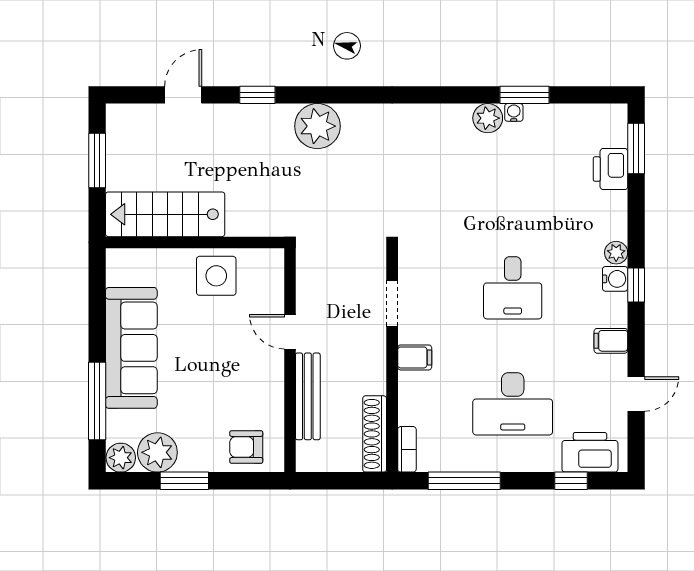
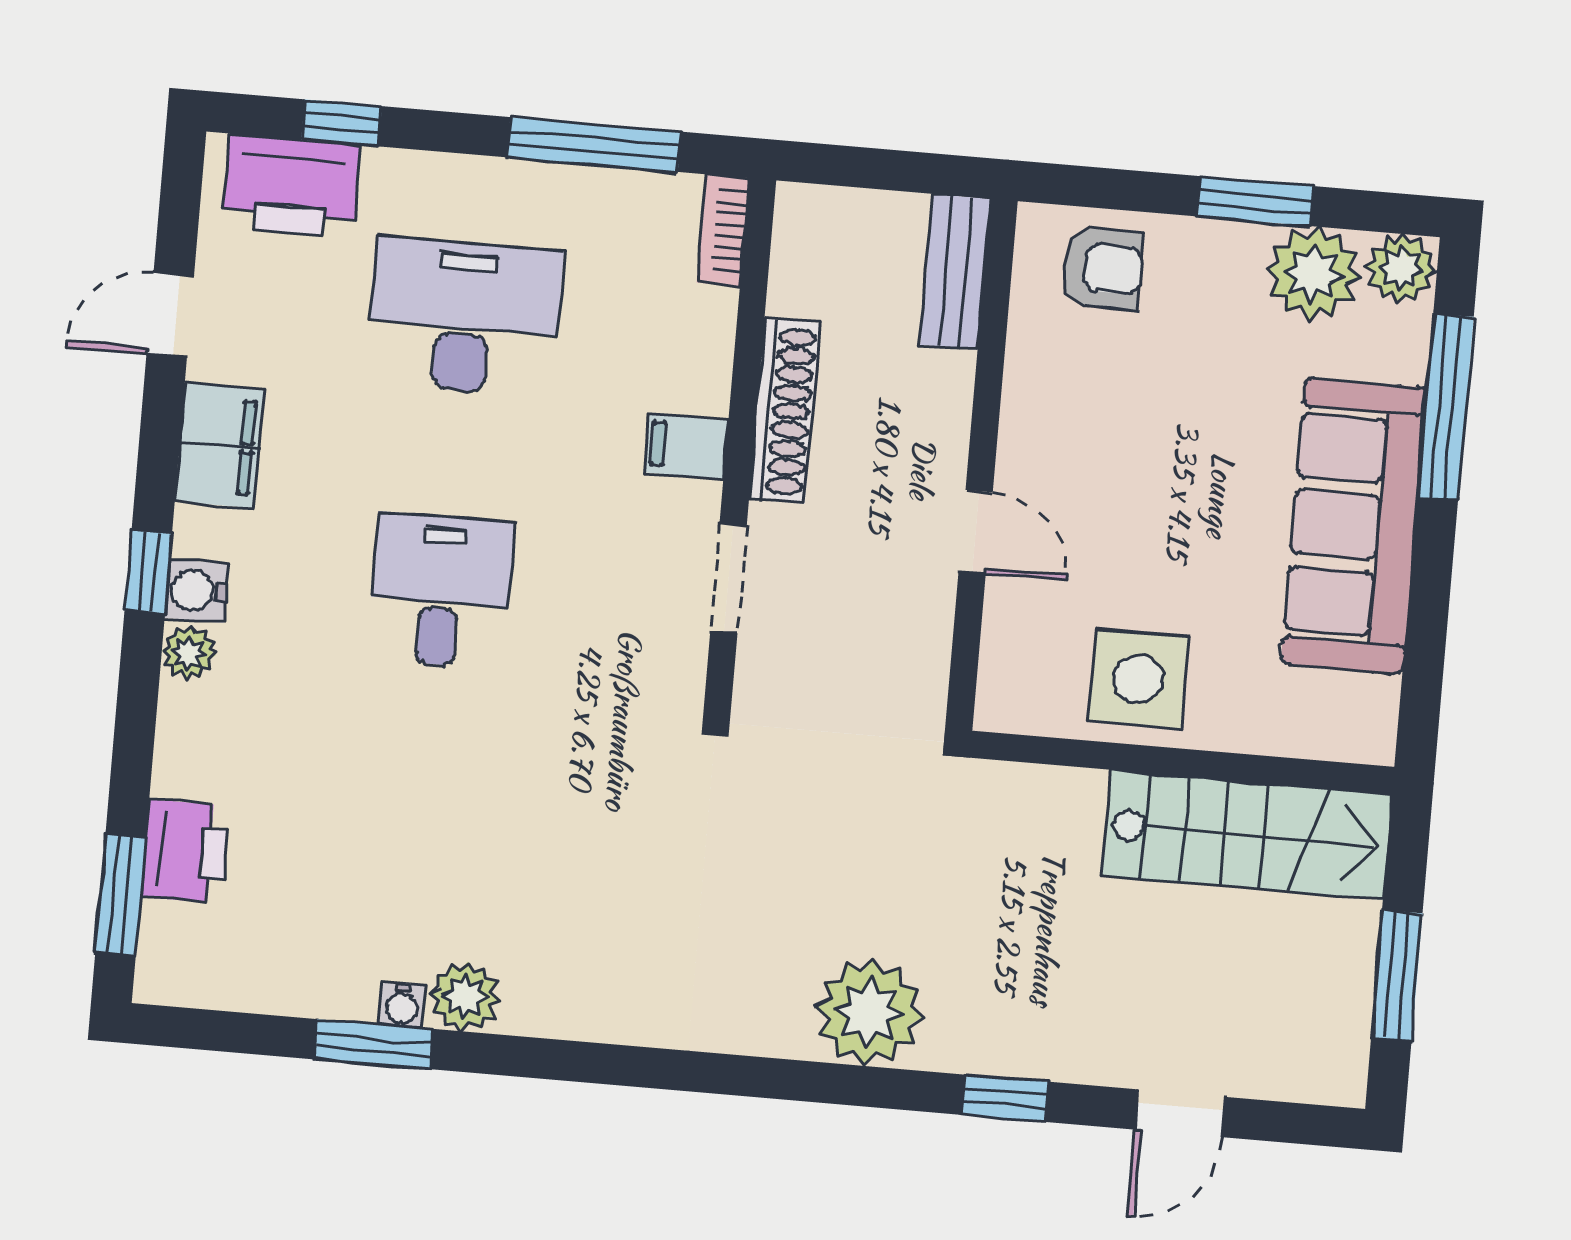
filing cabinet: (611, 341) -> (219, 446), width x2.00
bench: (308, 396) -> (955, 272), moved, width x0.73
shoe rack: (375, 434) -> (785, 411), moved

